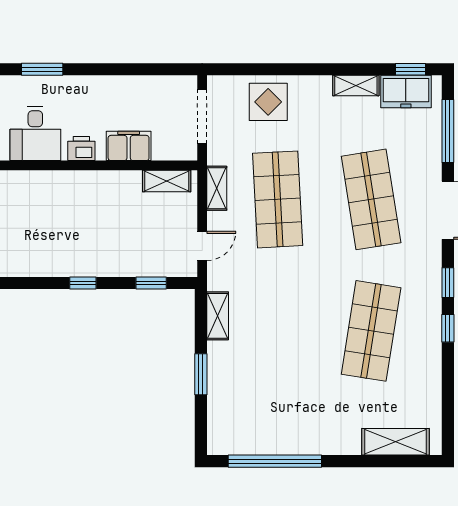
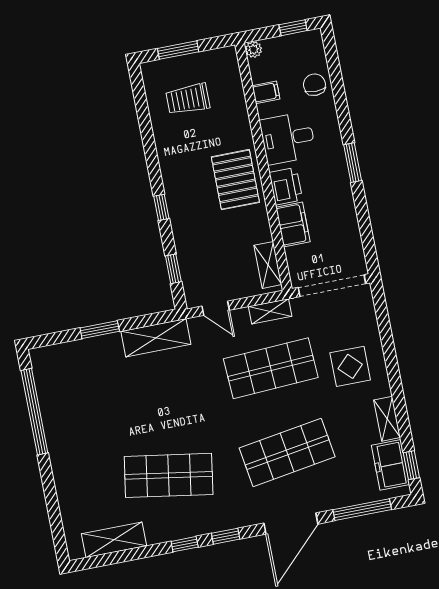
window: (42, 69) -> (353, 163), moved
display table: (268, 102) -> (350, 366), moved
doorway: (202, 117) -> (332, 286), width x1.36
printer: (81, 148) -> (286, 186), width x1.36, depth x1.24
pallet: (69, 198) -> (235, 180), added
shelving: (218, 316) -> (156, 338), width x1.50, depth x1.33
shelving: (395, 442) -> (114, 540), moved, turned 90

